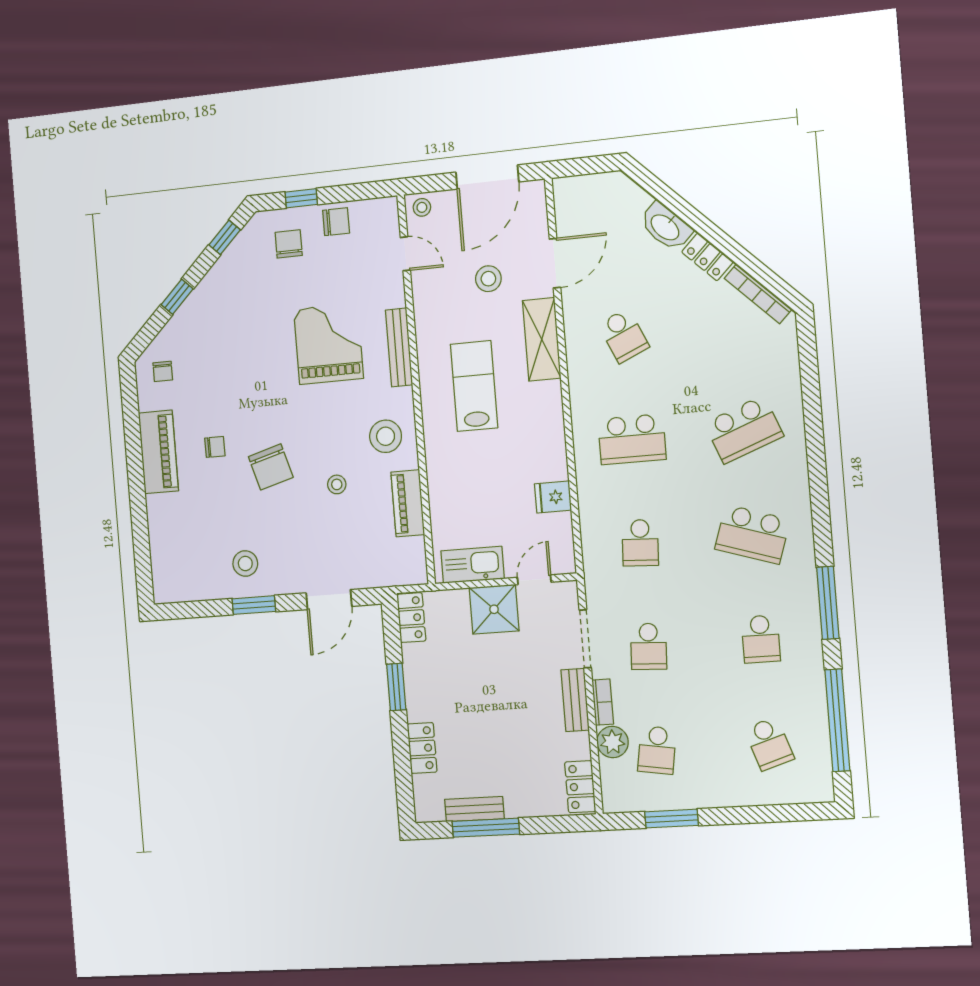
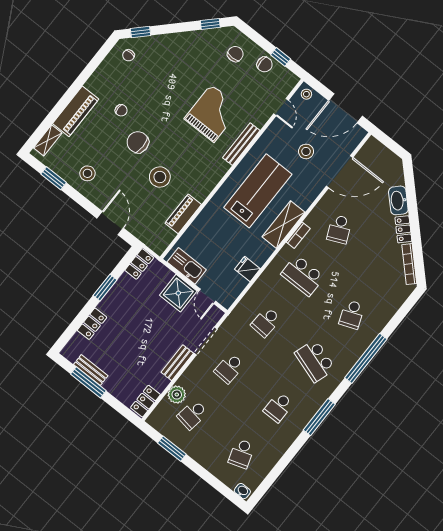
window: (301, 198) -> (281, 57), moved
door: (555, 263) -> (340, 172), width x1.36
window: (177, 297) -> (141, 32), moved
shelving: (542, 339) -> (284, 225), moved
lab bench: (474, 386) -> (258, 191), width x1.36, depth x1.39
school desk: (744, 430) -> (352, 314), width x0.54
stool: (386, 436) -> (200, 176), removed
piano: (158, 452) -> (76, 111), moved
chair: (271, 467) -> (138, 142), turned 106
stool: (337, 484) -> (160, 177), width x1.89, depth x1.89
shelving: (161, 568) -> (48, 140), added
door: (534, 580) -> (207, 296), swing flipped
door: (329, 600) -> (110, 223), swing flipped
window: (254, 605) -> (54, 178), moved
bookcase: (603, 702) -> (298, 235), moved
window: (837, 720) -> (366, 358), moved
washbasin: (817, 793) -> (242, 491), added

